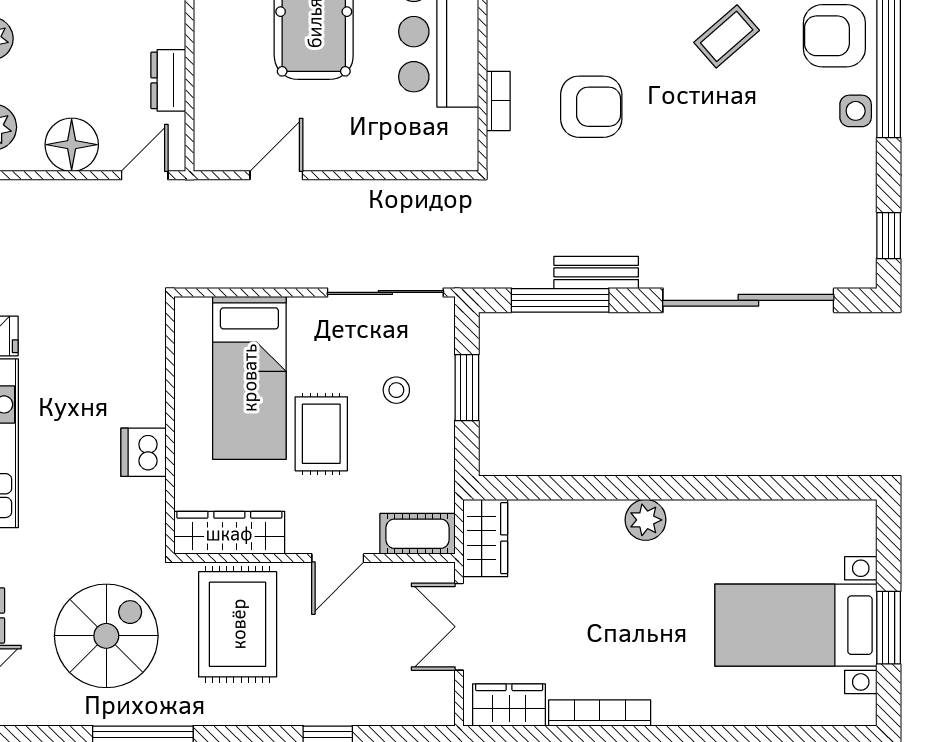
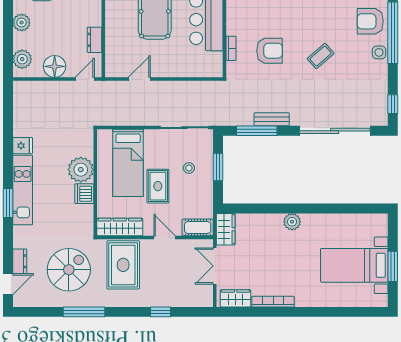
coffee table: (727, 36) -> (321, 56), moved
plant: (135, 394) -> (81, 170), added
door: (338, 558) -> (165, 238), swing flipped

